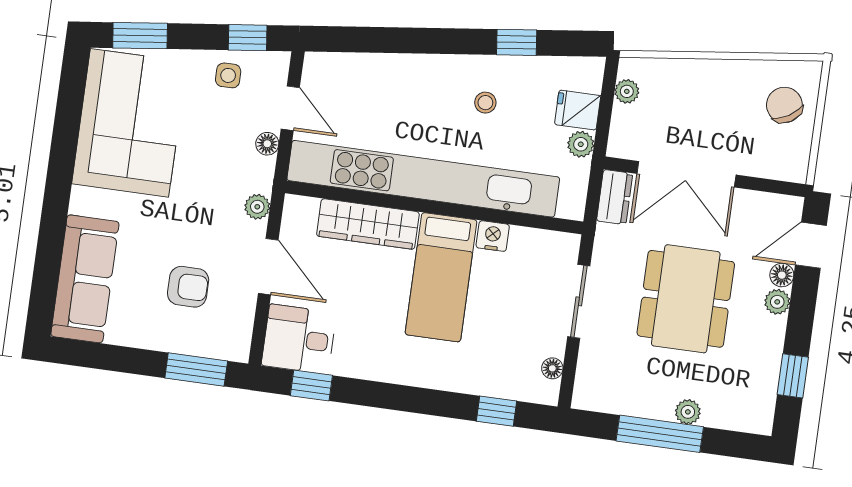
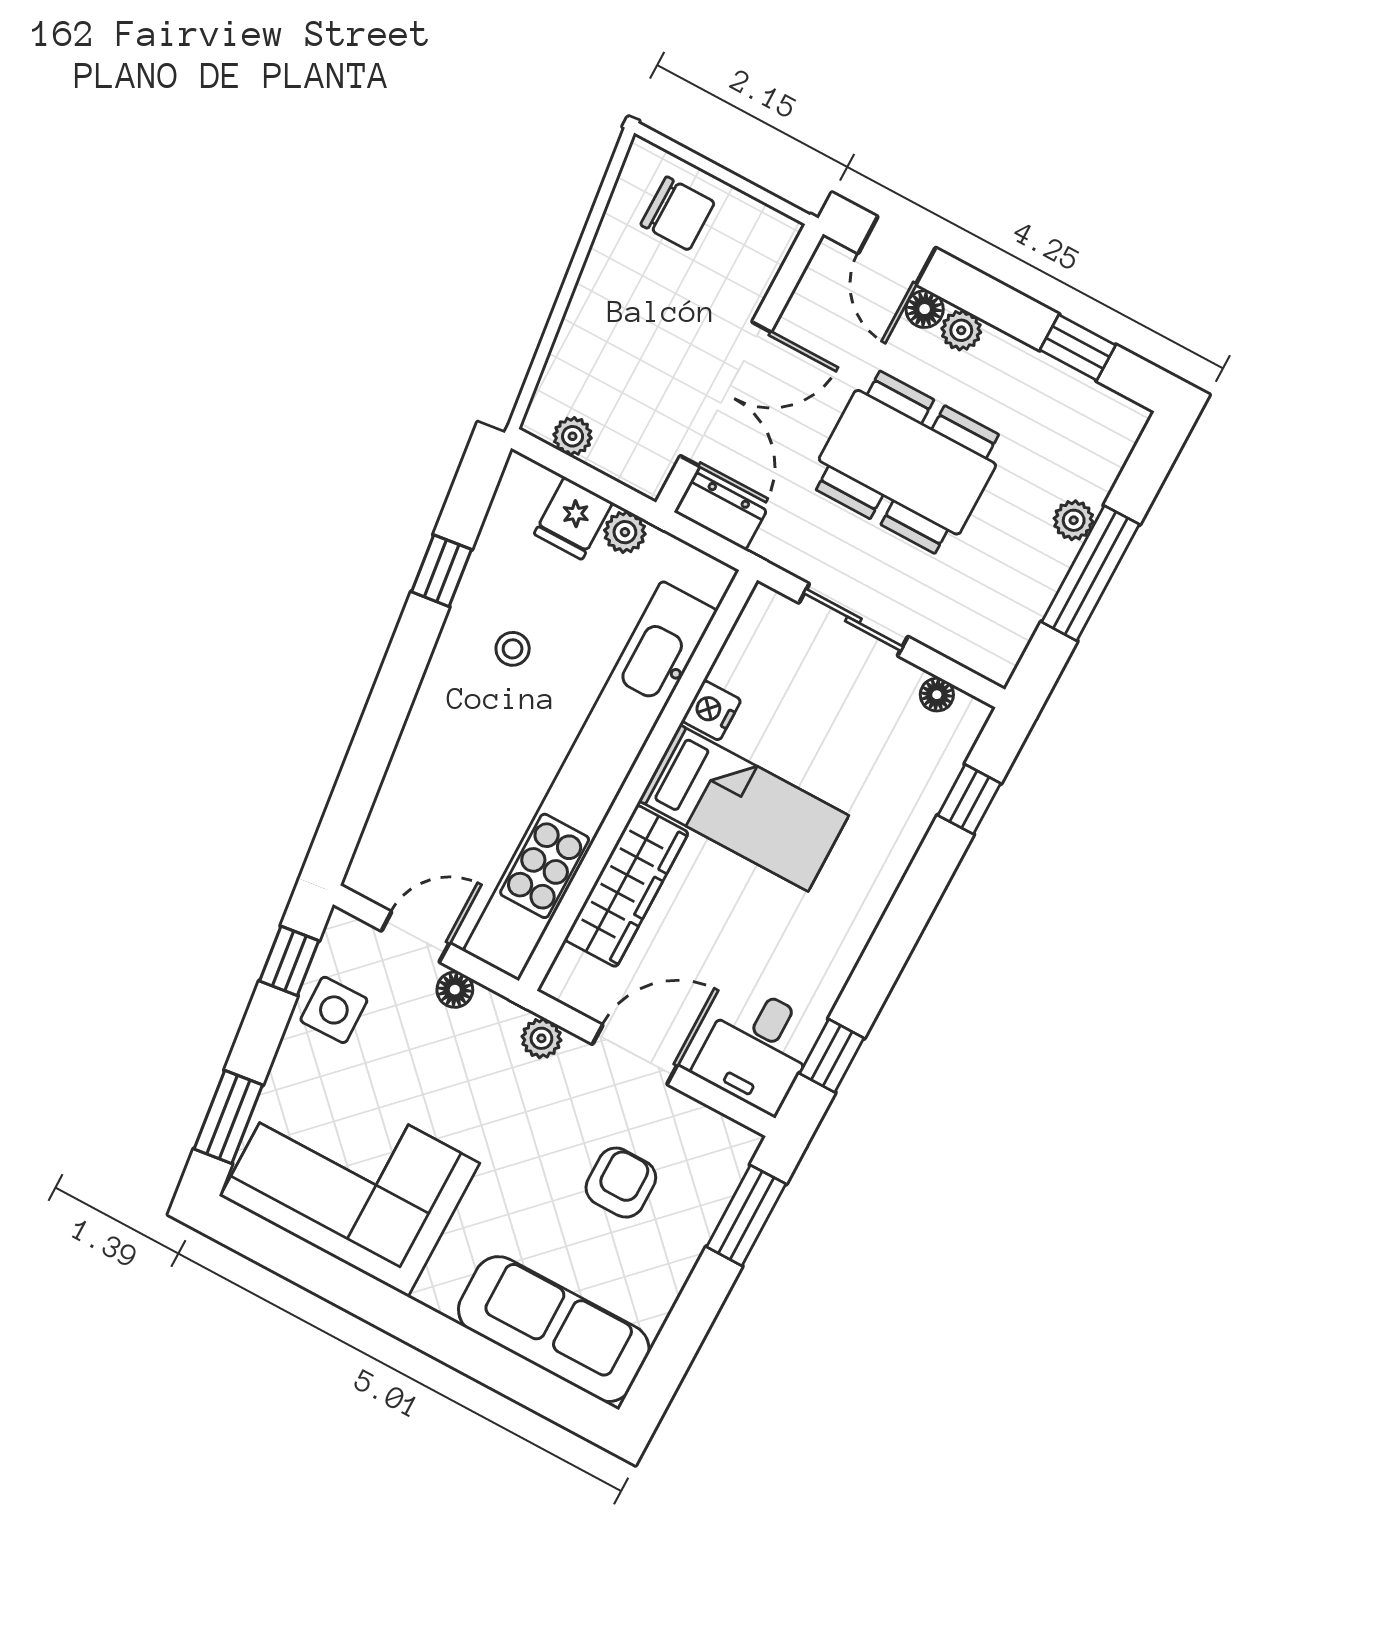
side table: (228, 75) -> (334, 1010), width x1.37, depth x1.37
chair: (784, 105) -> (678, 213), turned -149

